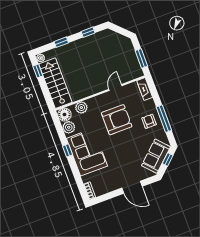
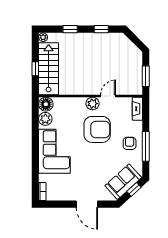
window: (38, 71) -> (35, 69), moved
plant: (81, 108) -> (92, 104), moved
window: (67, 150) -> (35, 142), removed

